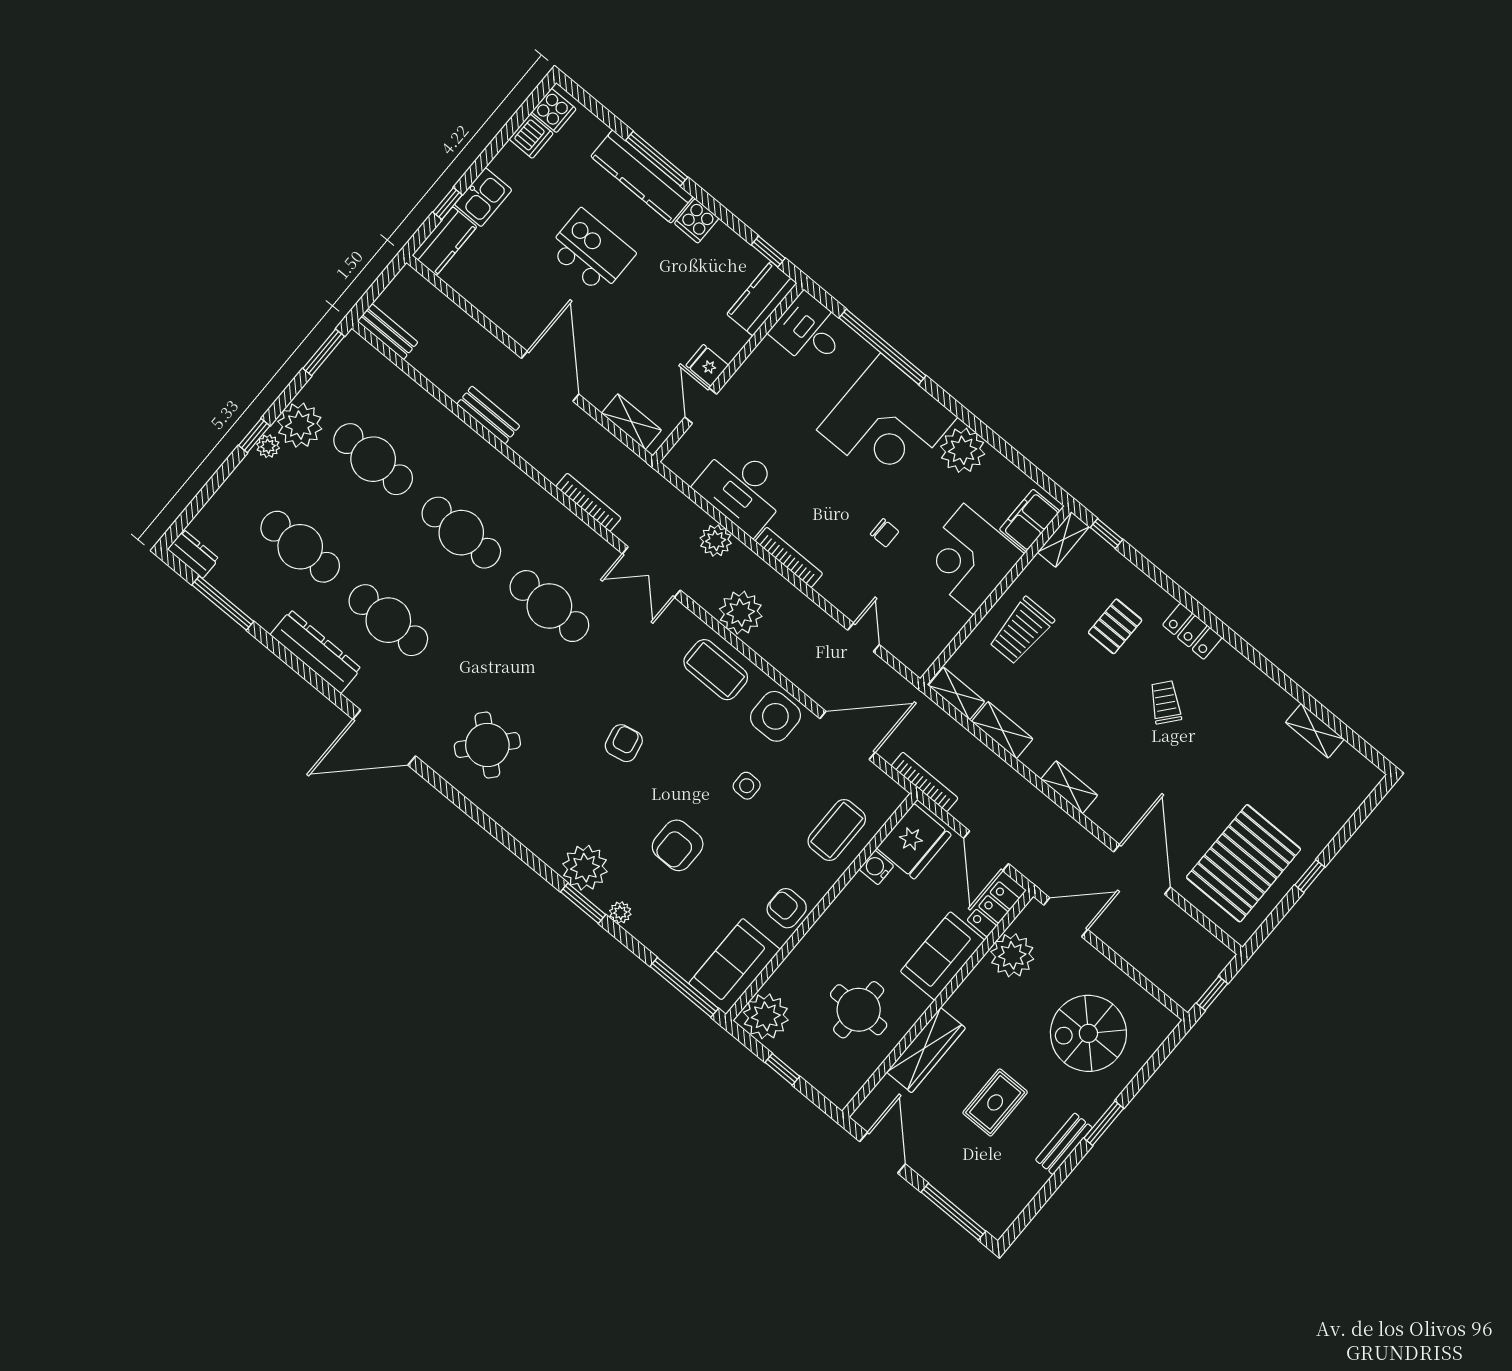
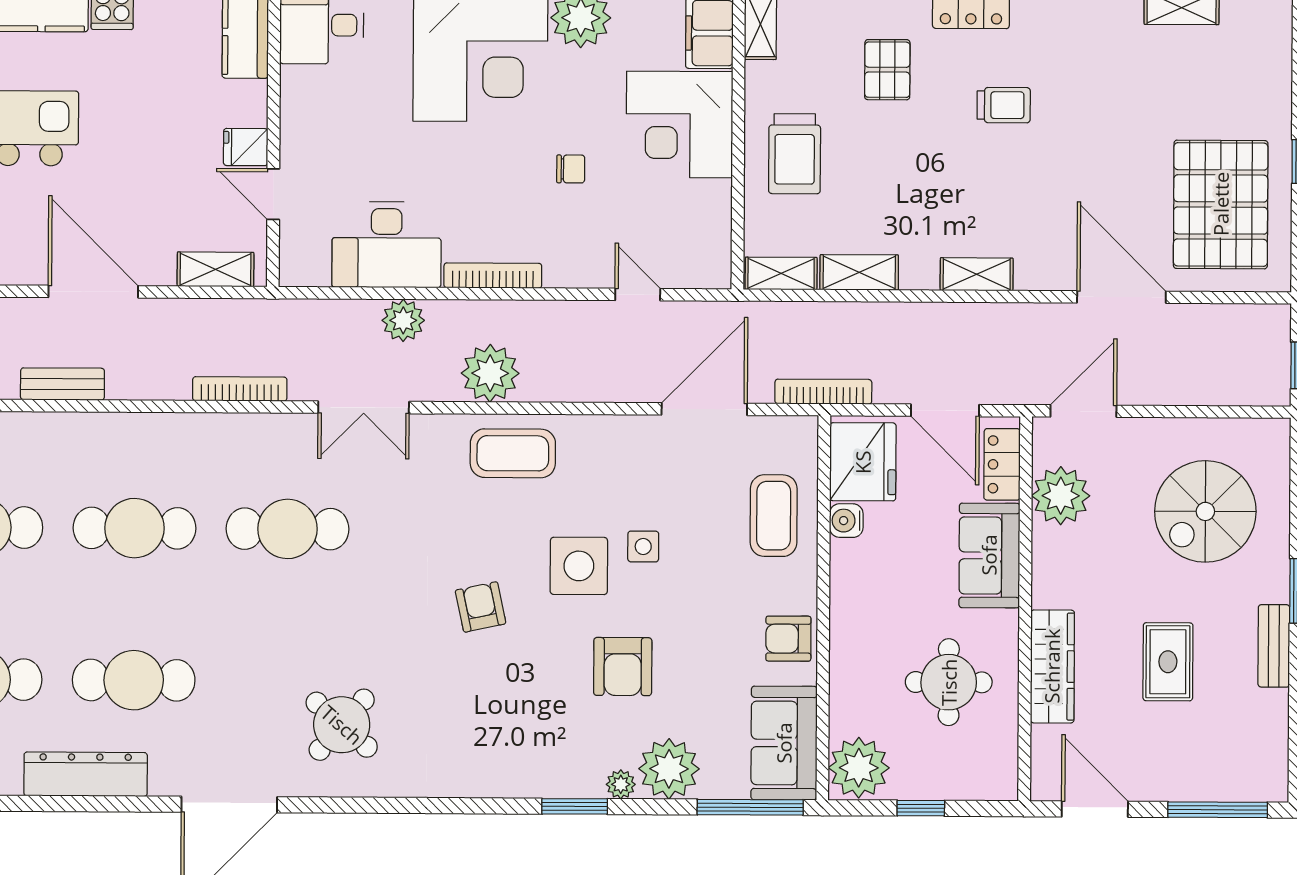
trolley: (1165, 702) -> (1004, 105), turned 140
side table: (775, 716) -> (579, 566), moved
plant: (585, 868) -> (669, 769), moved

